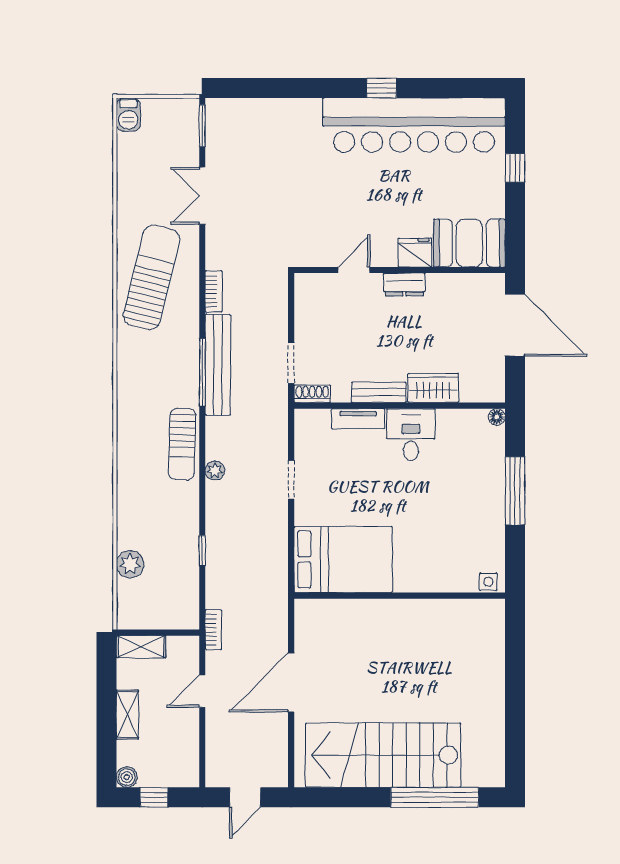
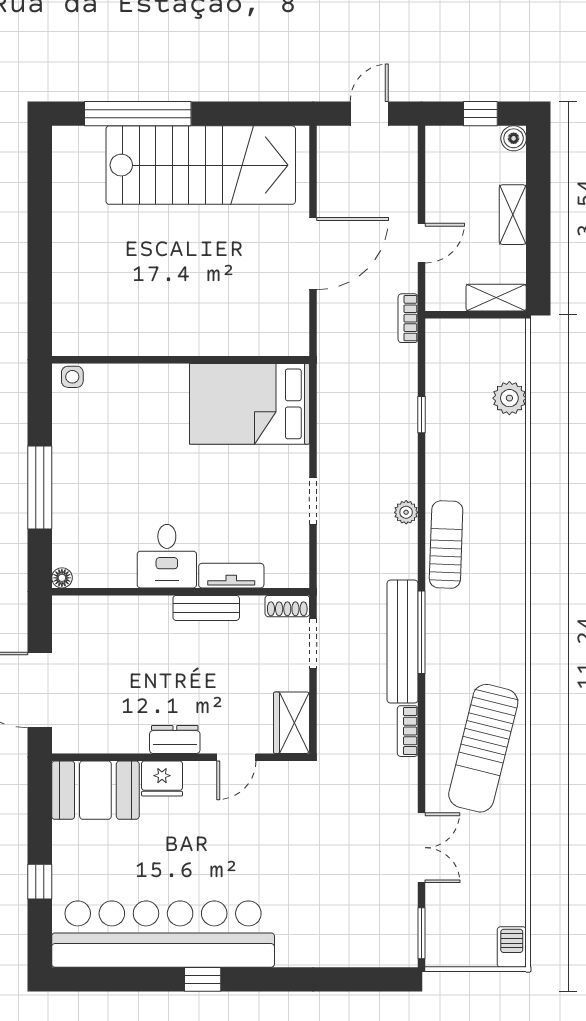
wardrobe: (433, 388) -> (292, 723), moved, turned 90

